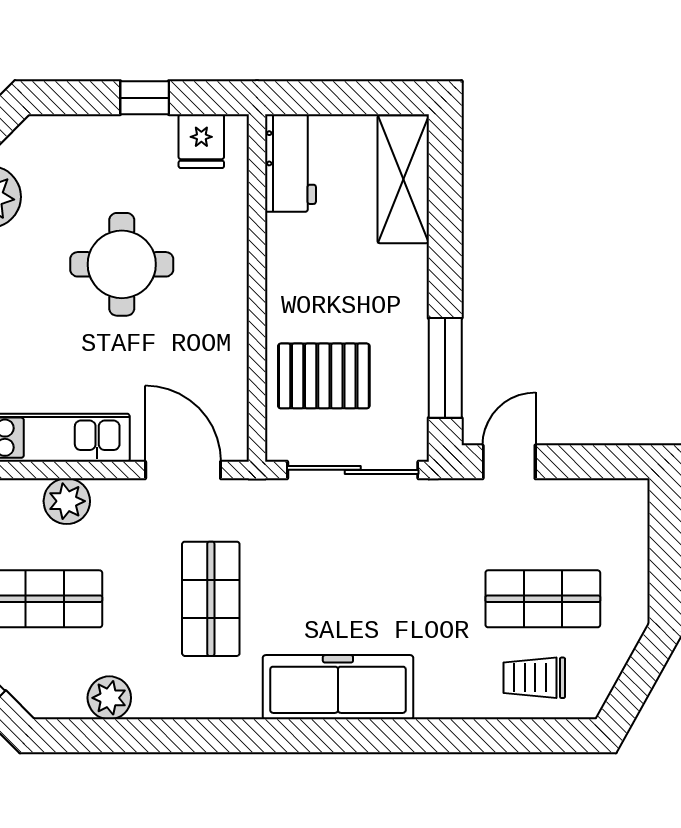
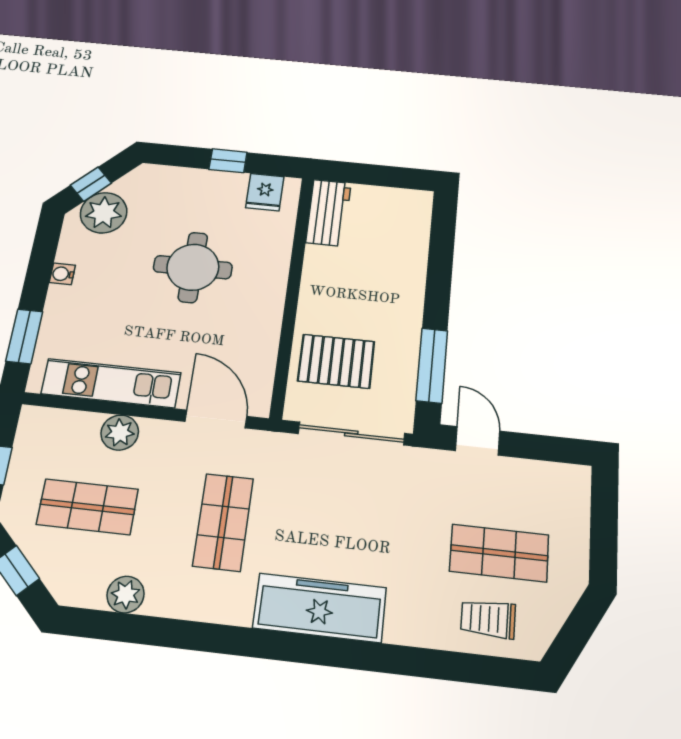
shelving: (403, 179) -> (411, 232), removed
door: (509, 462) -> (478, 441), hinge flipped

